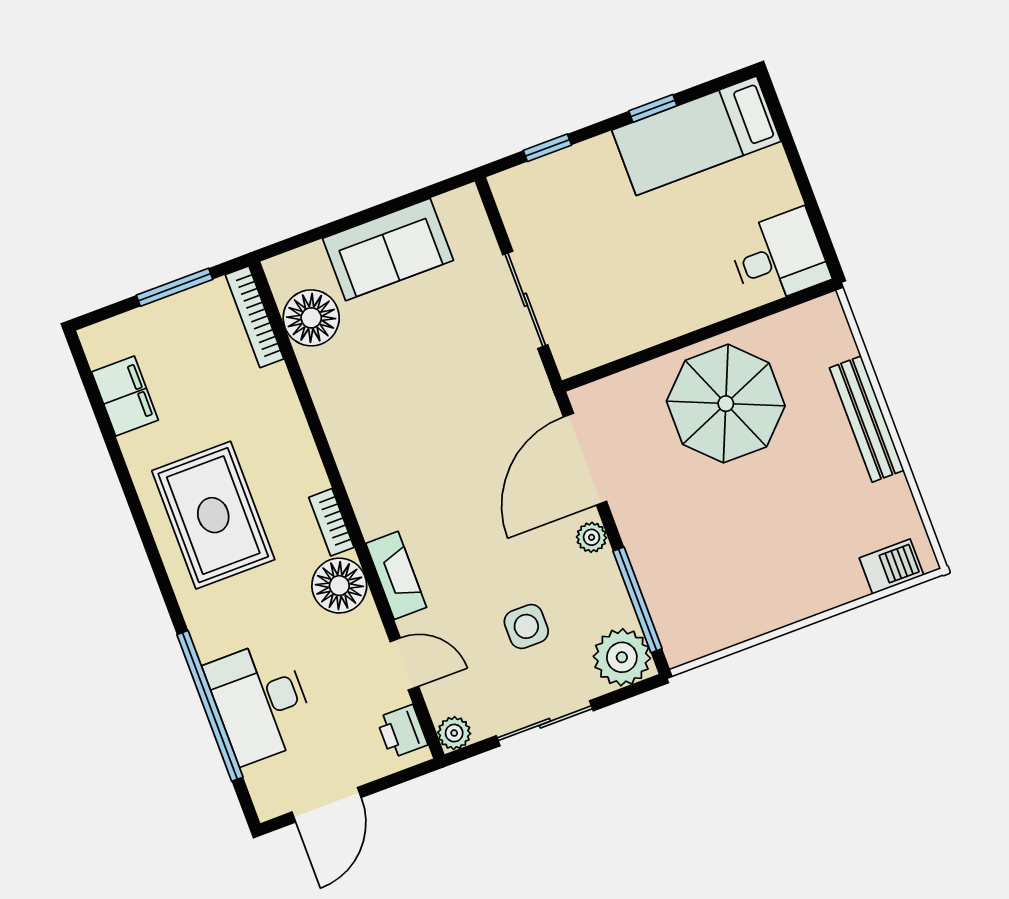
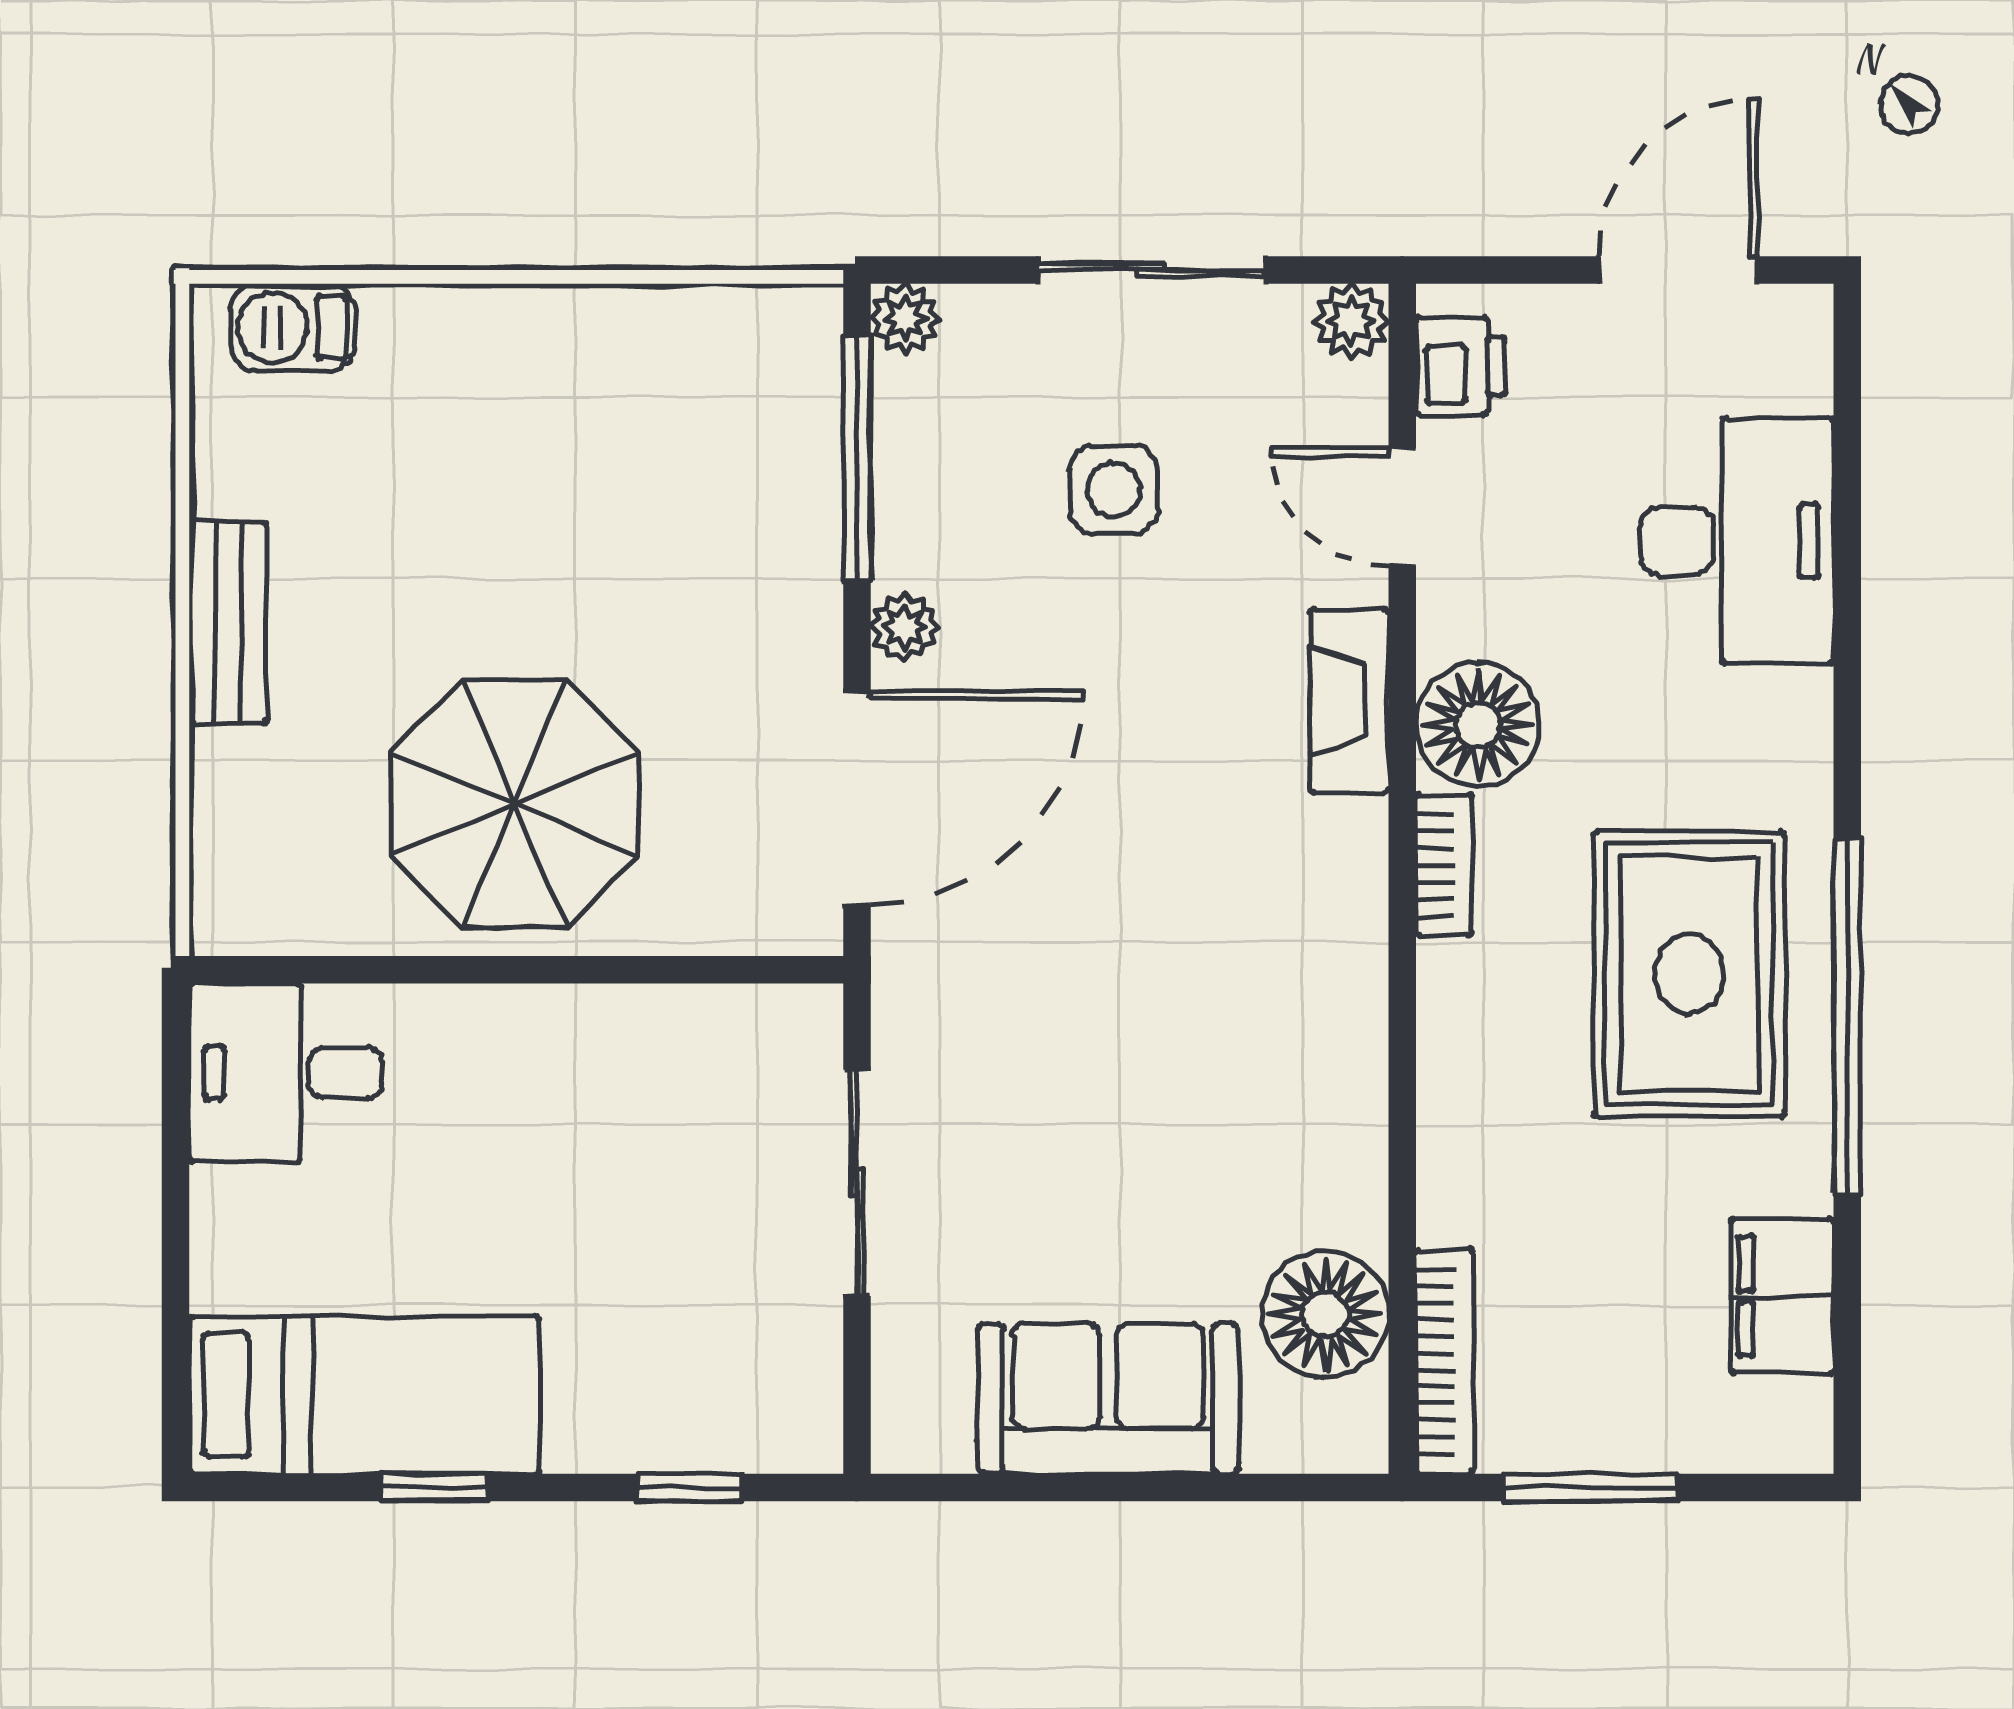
bench: (867, 419) -> (228, 623), width x0.73
plant: (622, 657) -> (905, 318), width x0.53, depth x0.53
window: (210, 706) -> (1847, 1016), moved

